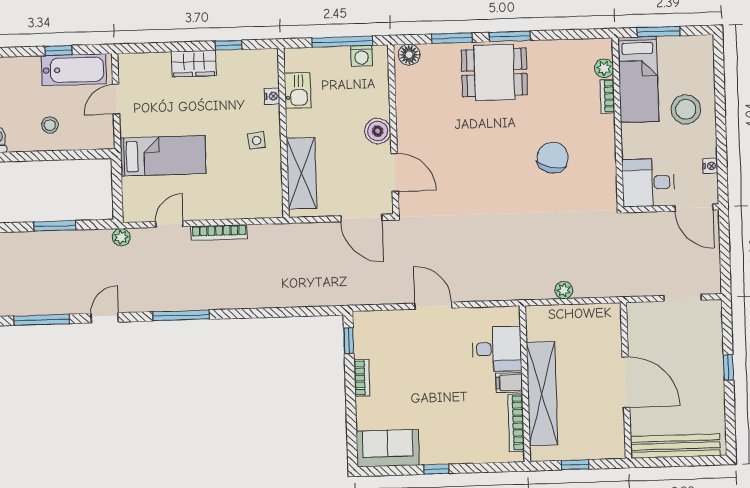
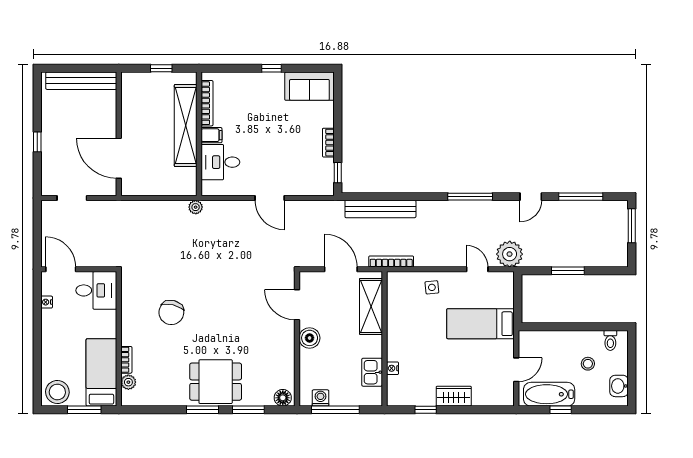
stool: (686, 109) -> (57, 392), moved
stool: (50, 125) -> (588, 364), moved
side table: (257, 141) -> (432, 287), moved
door: (361, 218) -> (341, 269), moved
door: (169, 224) -> (477, 269), swing flipped
bookcase: (219, 232) -> (391, 262), moved
plant: (121, 237) -> (510, 254), width x1.87, depth x1.87
plant: (564, 290) -> (196, 207), moved
bench: (294, 296) -> (380, 209), added
door: (626, 382) -> (119, 158), moved

